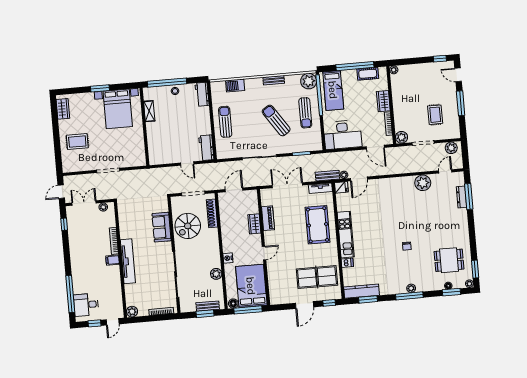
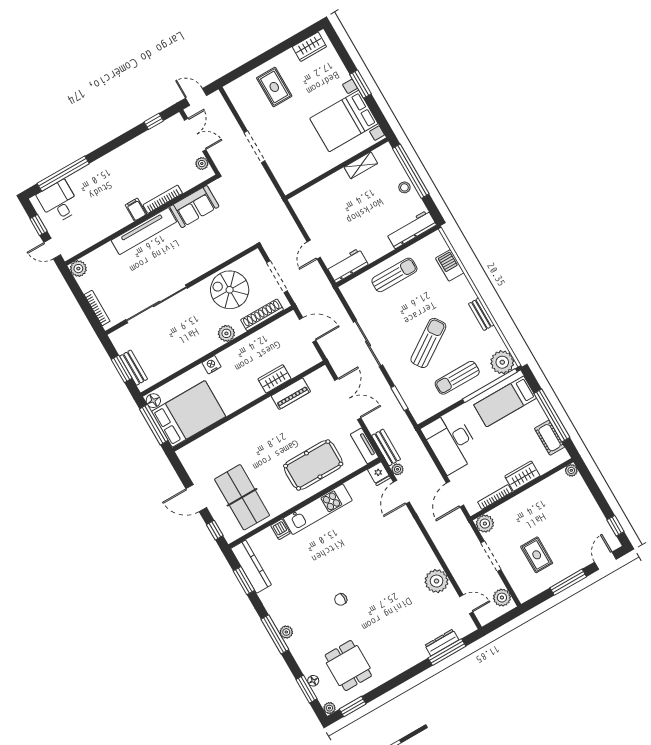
workbench: (202, 94) -> (411, 229), width x1.37
rug: (435, 115) -> (537, 555), turned 90
door: (359, 179) -> (401, 492), hinge flipped
sofa: (162, 227) -> (194, 207), moved, turned 180
door: (264, 253) -> (241, 410), removed
plant: (216, 274) -> (226, 333), moved

